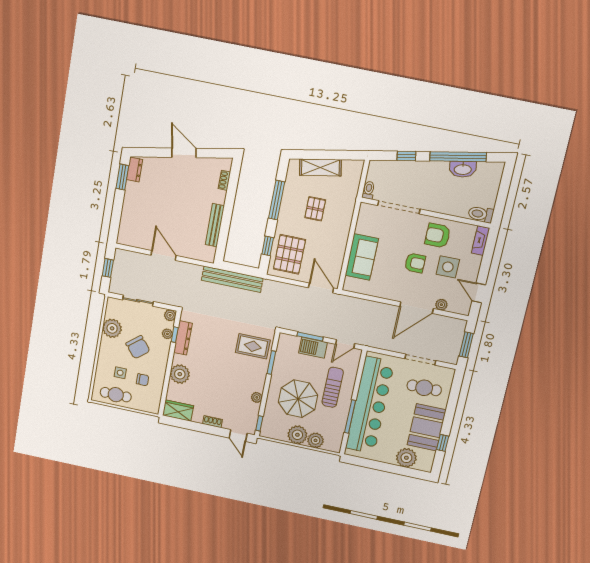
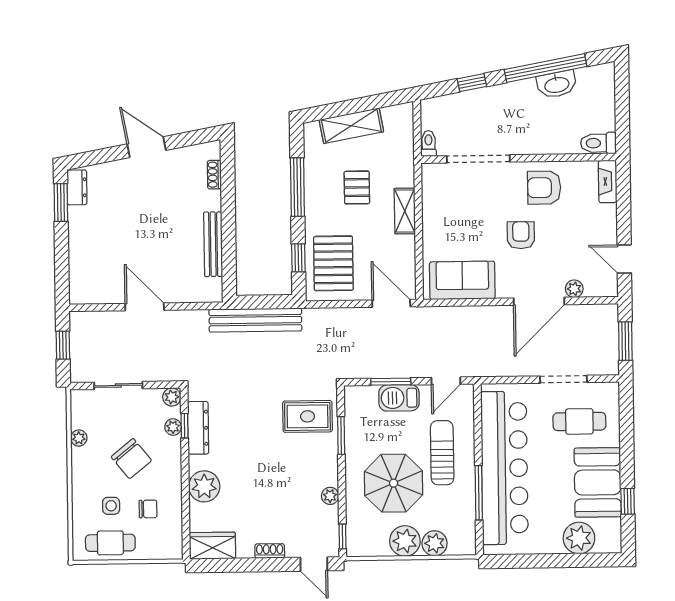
shelving: (343, 231) -> (405, 211), added
sofa: (362, 257) -> (462, 280), moved, turned -90
armchair: (415, 263) -> (521, 235), turned -90
side table: (448, 267) -> (570, 230), removed
plant: (112, 328) -> (79, 438), width x0.53, depth x0.53

